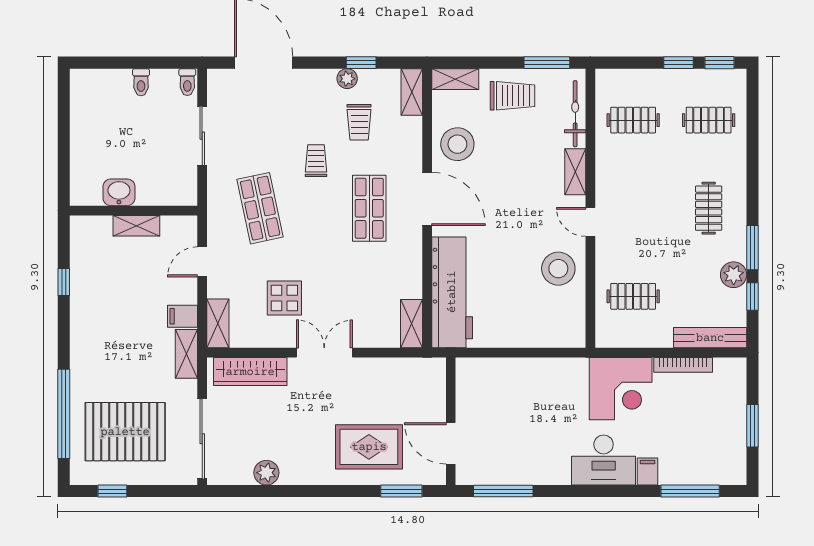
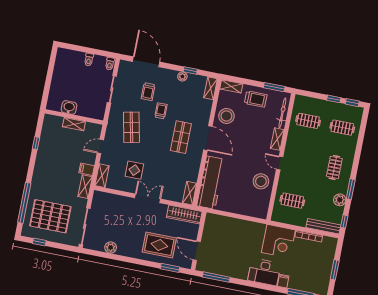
trolley: (359, 122) -> (148, 92), moved
window: (753, 296) -> (344, 222), moved
wardrobe: (250, 372) -> (184, 215), moved

